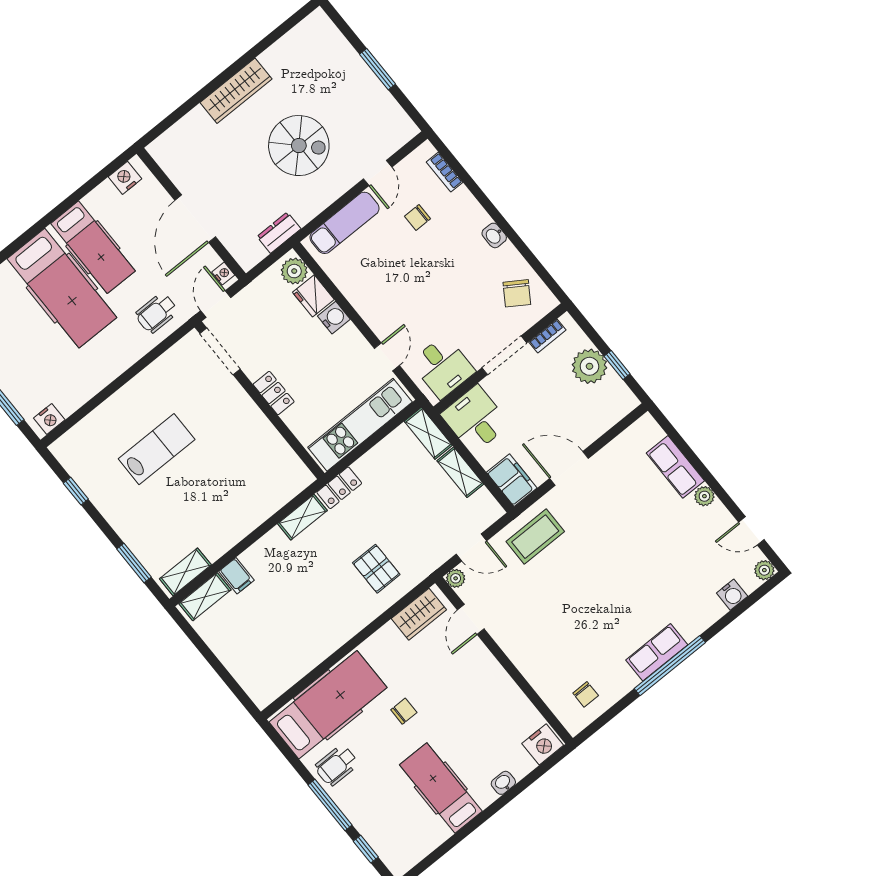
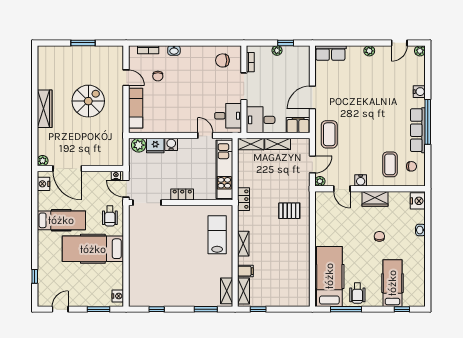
plant: (158, 149) -> (43, 161), added
door: (195, 219) -> (67, 168), moved
dresser: (279, 233) -> (118, 139), removed
washbasin: (494, 235) -> (174, 50), moved
hospital bed: (62, 288) -> (93, 249), moved, turned 180
chair: (517, 293) -> (222, 60), turned 147
plant: (589, 366) -> (277, 50), width x0.53, depth x0.53
lab bench: (157, 449) -> (217, 235), moved
row of seats: (675, 467) -> (330, 53), moved
shelving: (302, 517) -> (243, 244), moved
water cooler: (732, 595) -> (419, 92), moved
wardrobe: (419, 614) -> (375, 199), moved, turned 90
water cooler: (505, 637) -> (361, 180), added
window: (196, 639) -> (258, 309), added
row of seats: (657, 652) -> (418, 130), width x1.48
coffee table: (563, 661) -> (390, 164), added
chair: (404, 711) -> (379, 236), moved
hospital bed: (441, 788) -> (392, 283), moved, turned 90
window: (330, 805) -> (346, 309), moved

